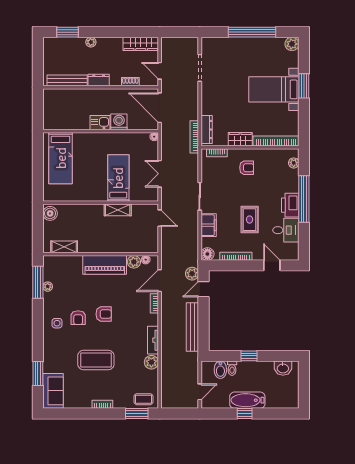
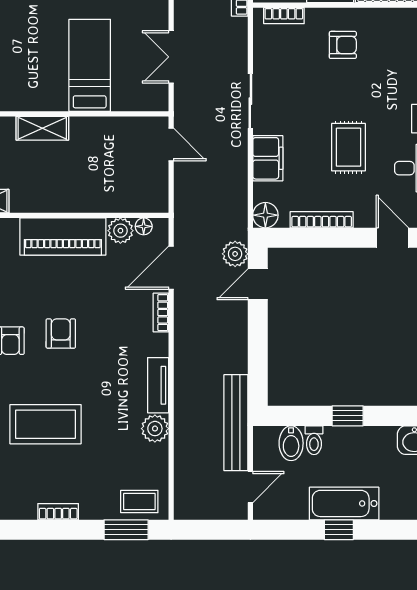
shelving: (118, 210) -> (42, 128), moved
armchair: (104, 314) -> (61, 333), turned -90
bench: (192, 327) -> (236, 423), moved

